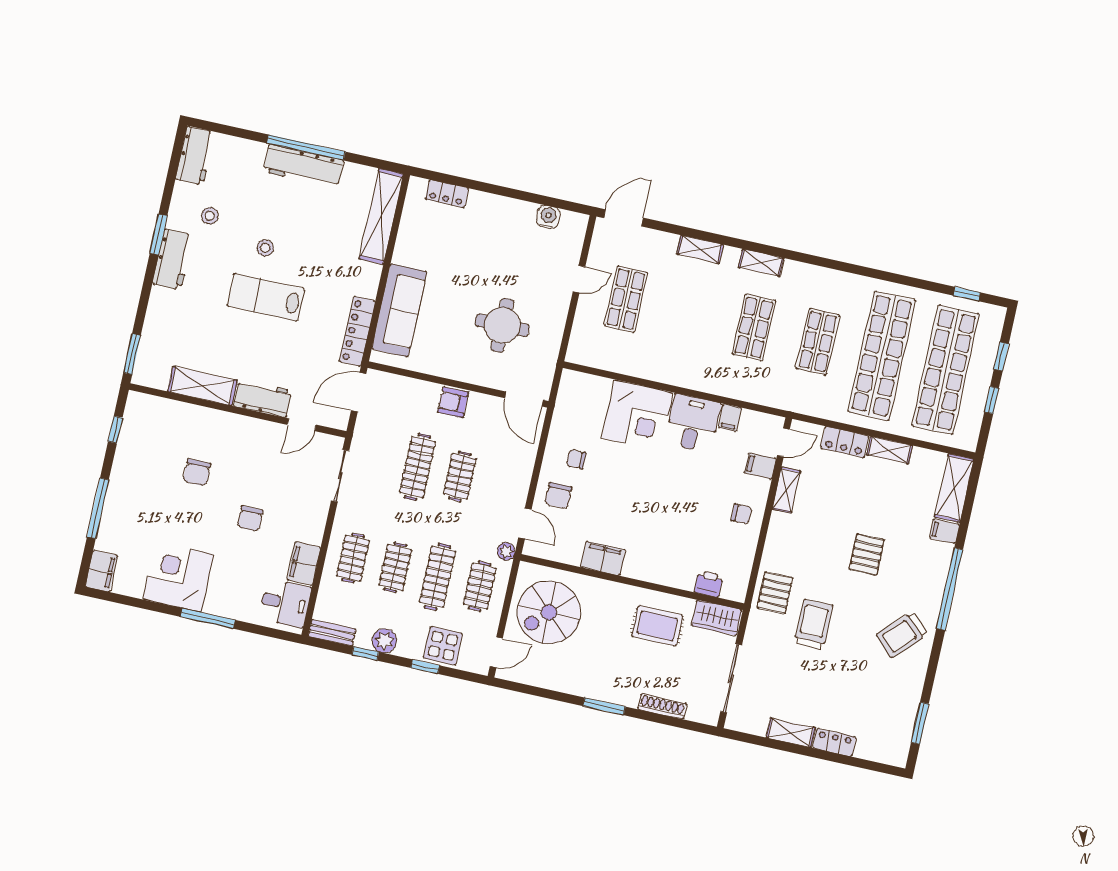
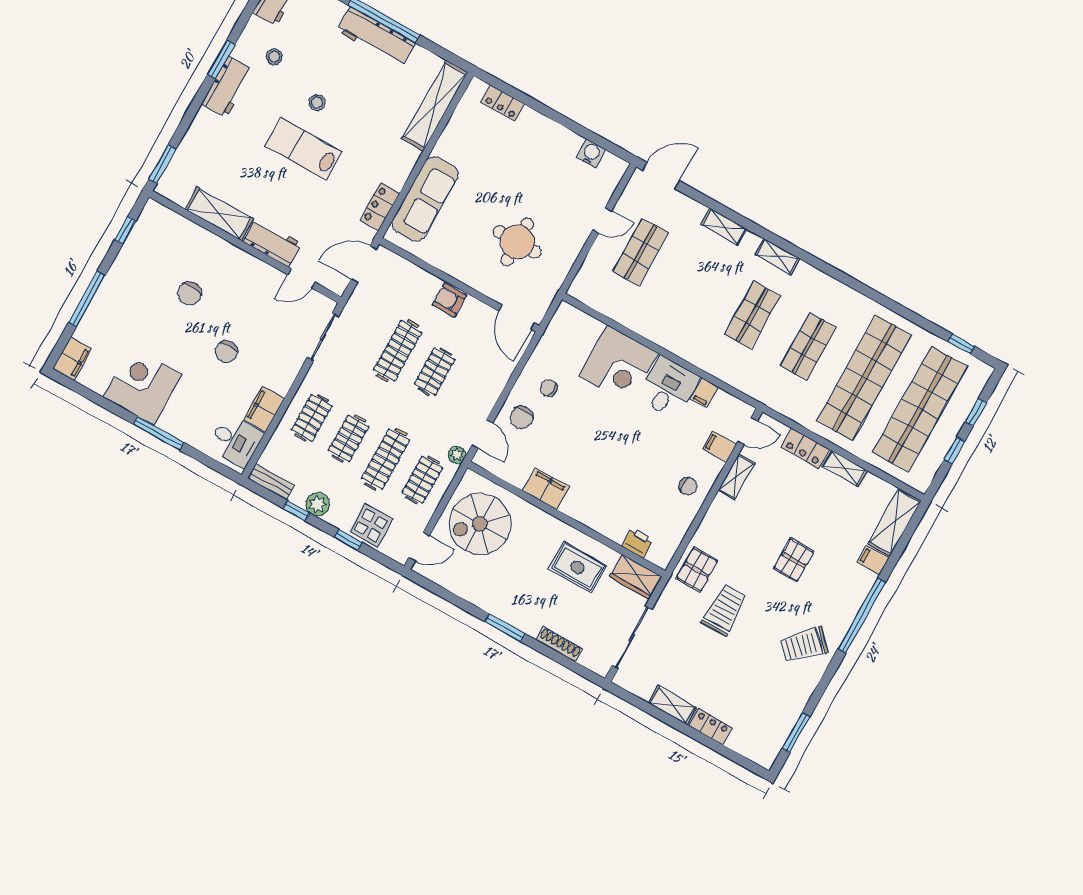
locker: (357, 331) -> (380, 207), width x0.66

